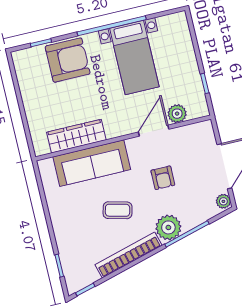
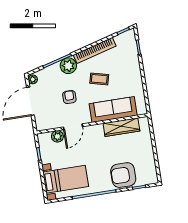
bed with nightstands: (134, 57) -> (66, 179), moved, turned 90

